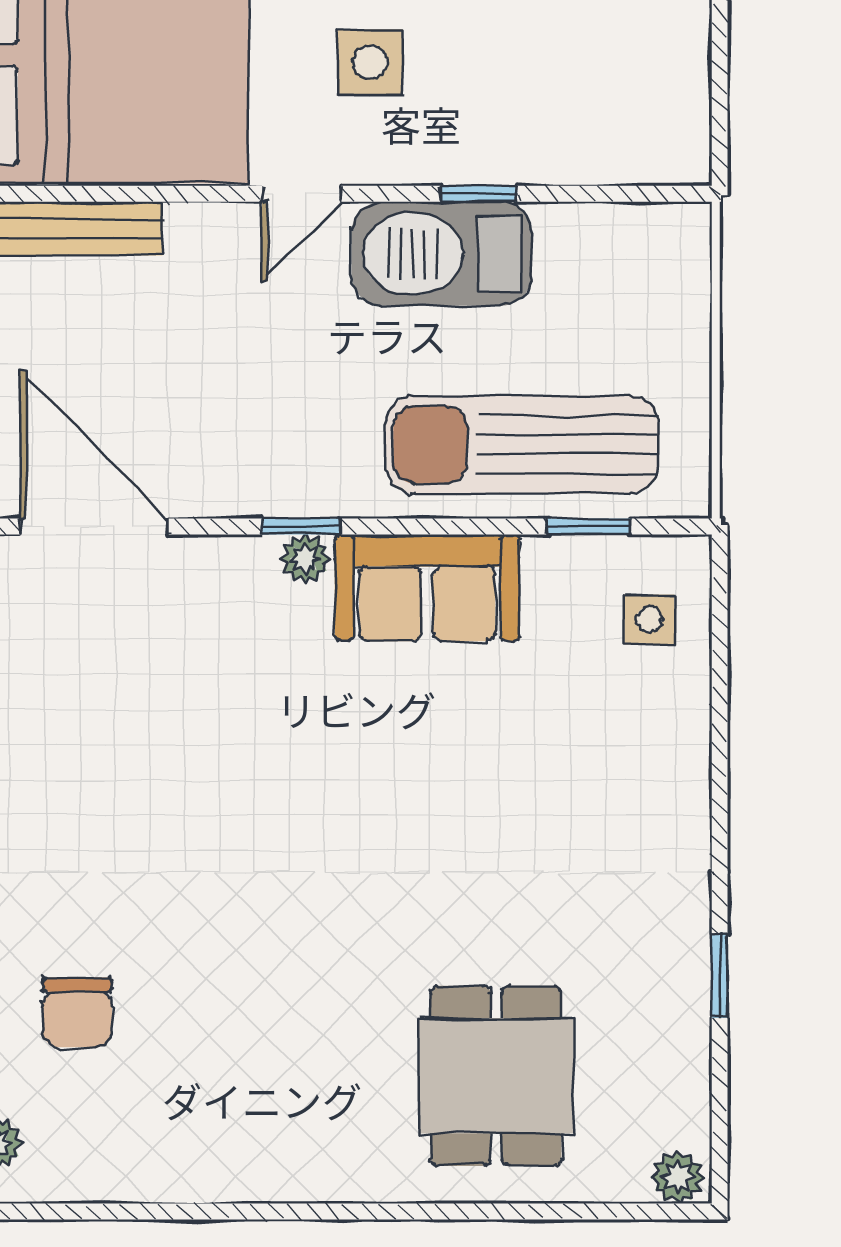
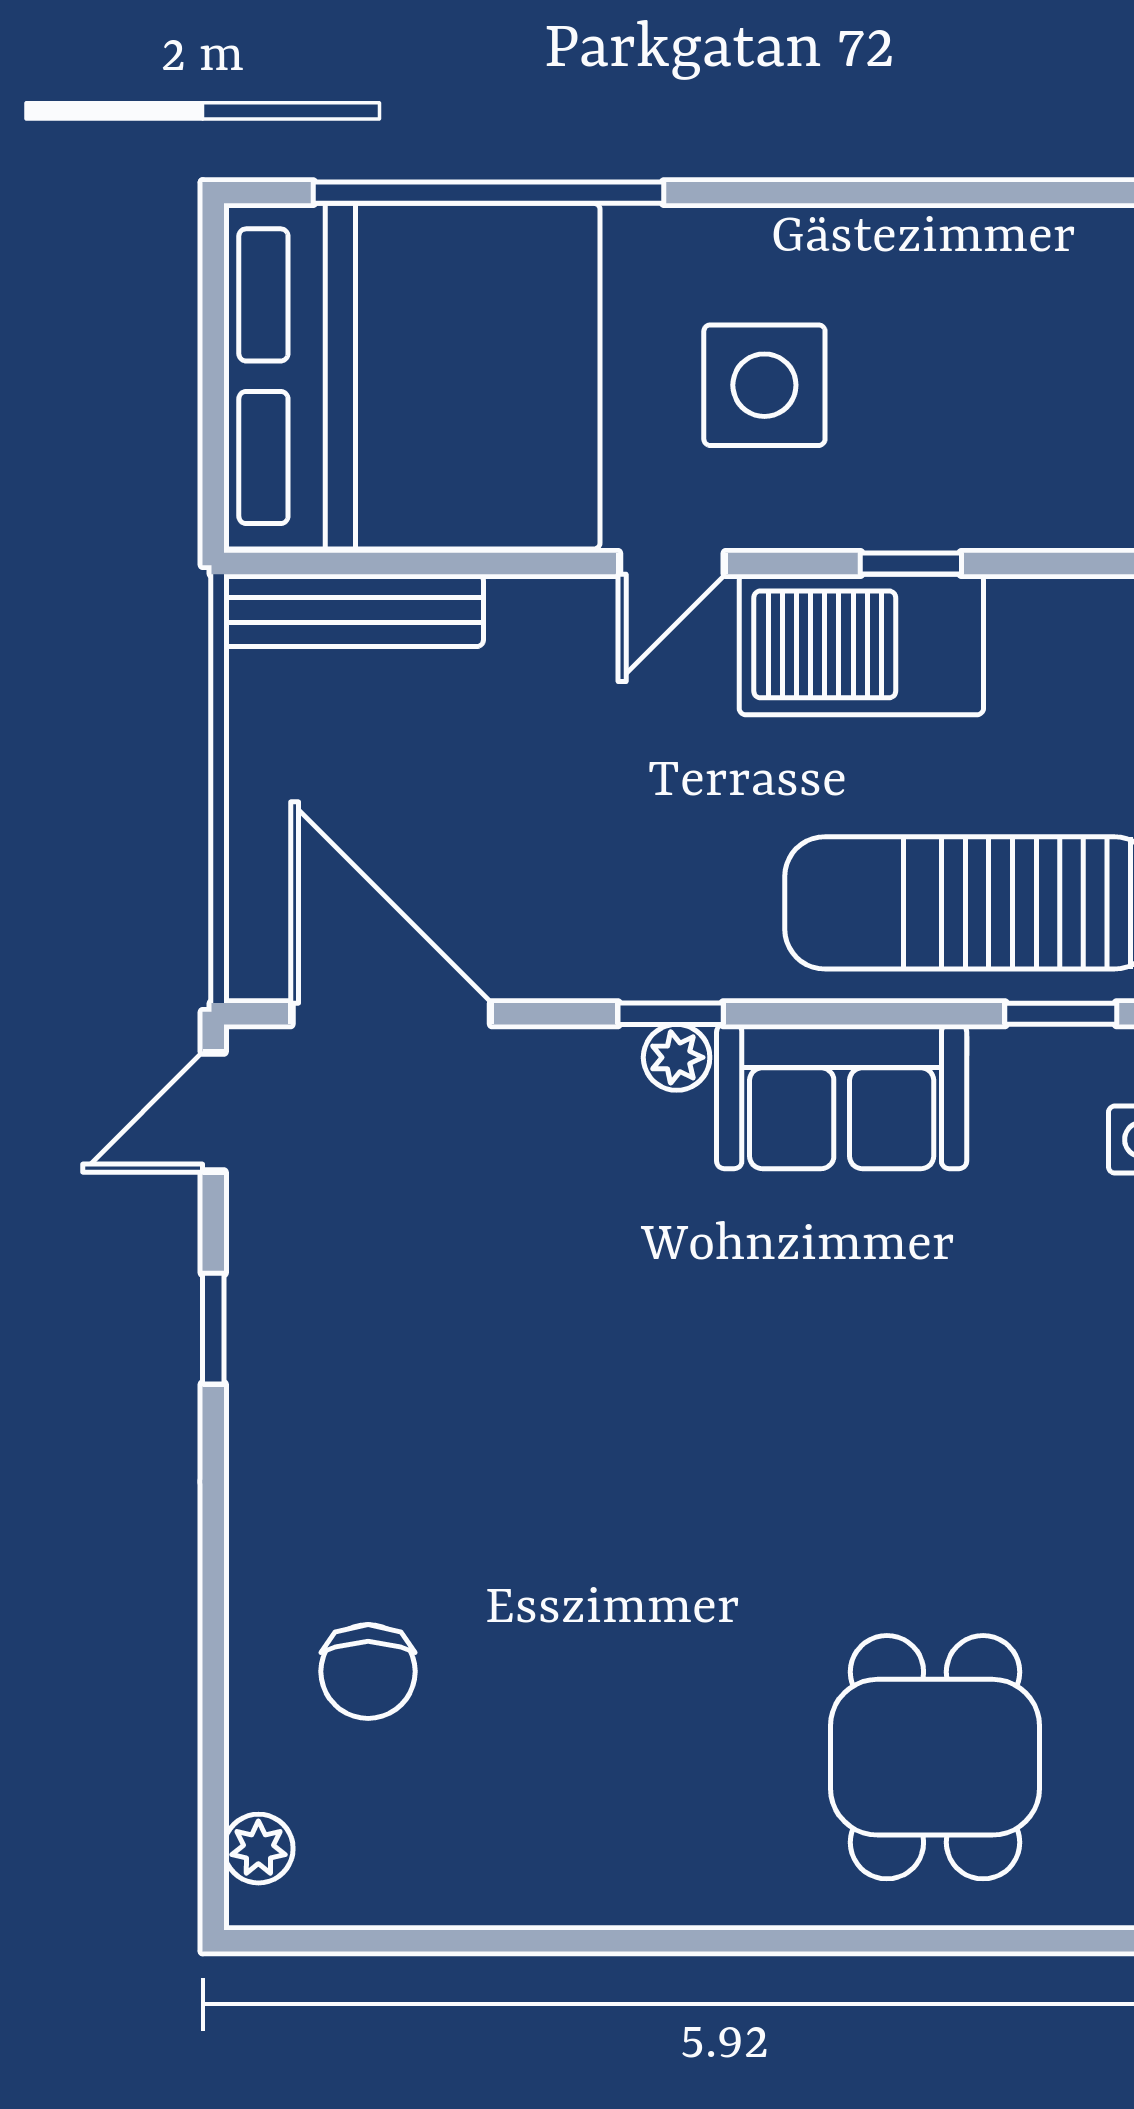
side table: (370, 62) -> (764, 385), width x1.37, depth x1.37

